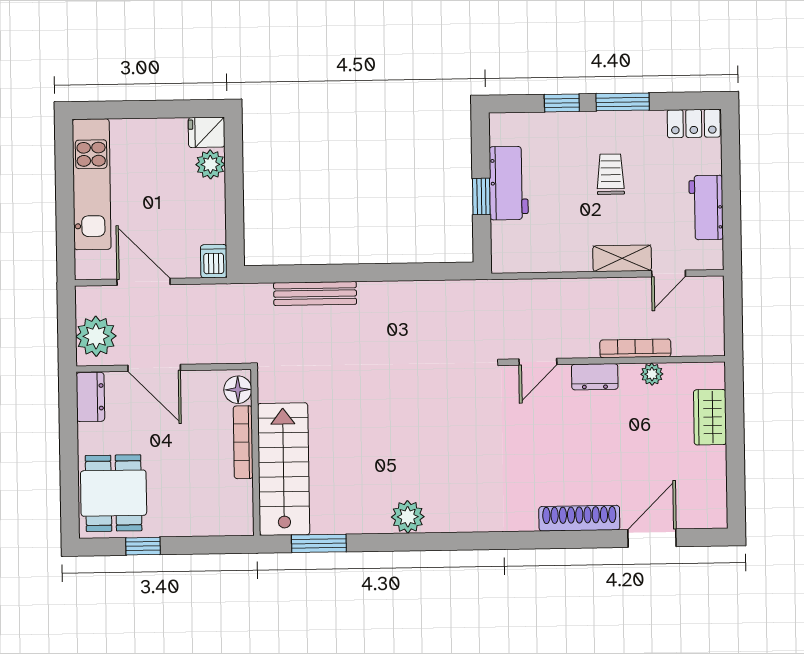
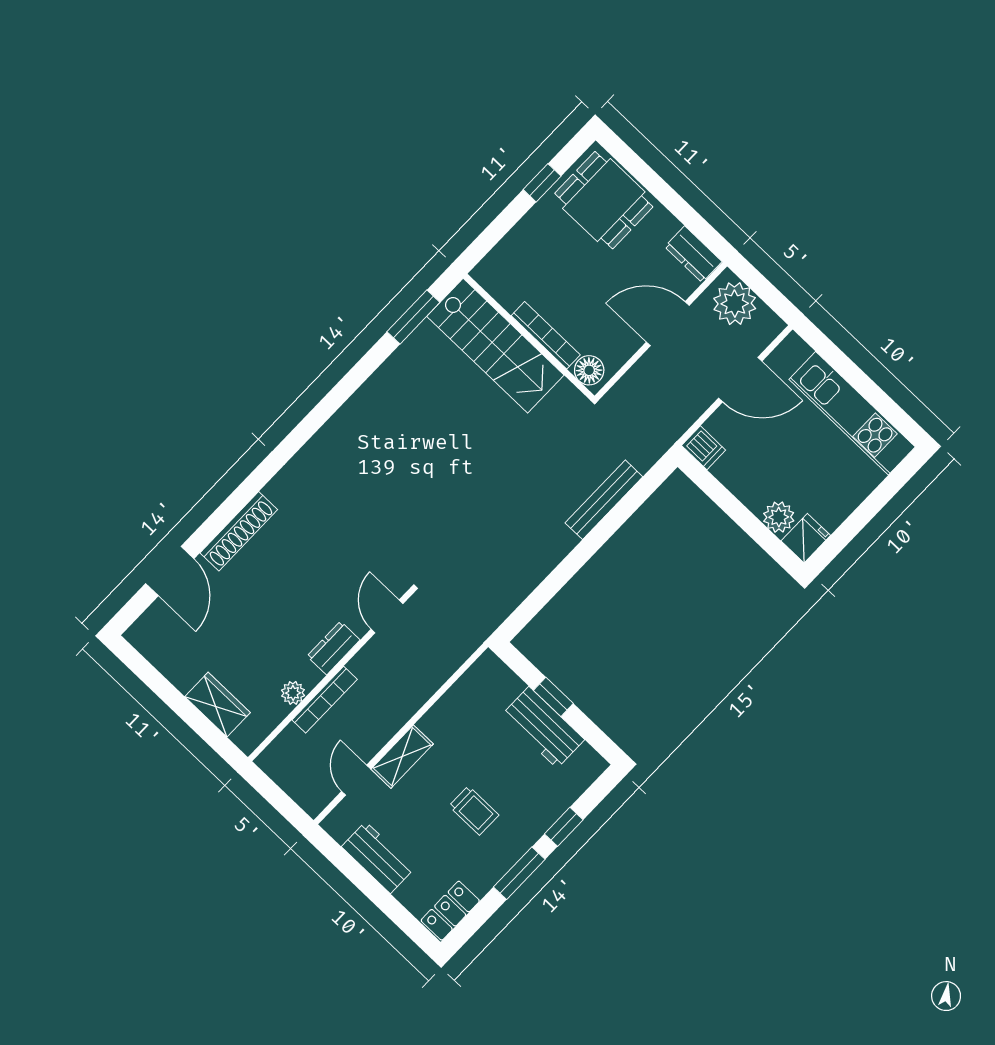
plant: (408, 517) -> (367, 403), removed

